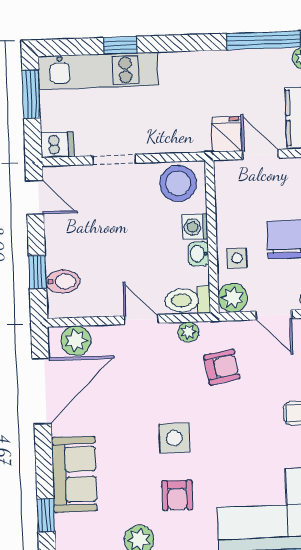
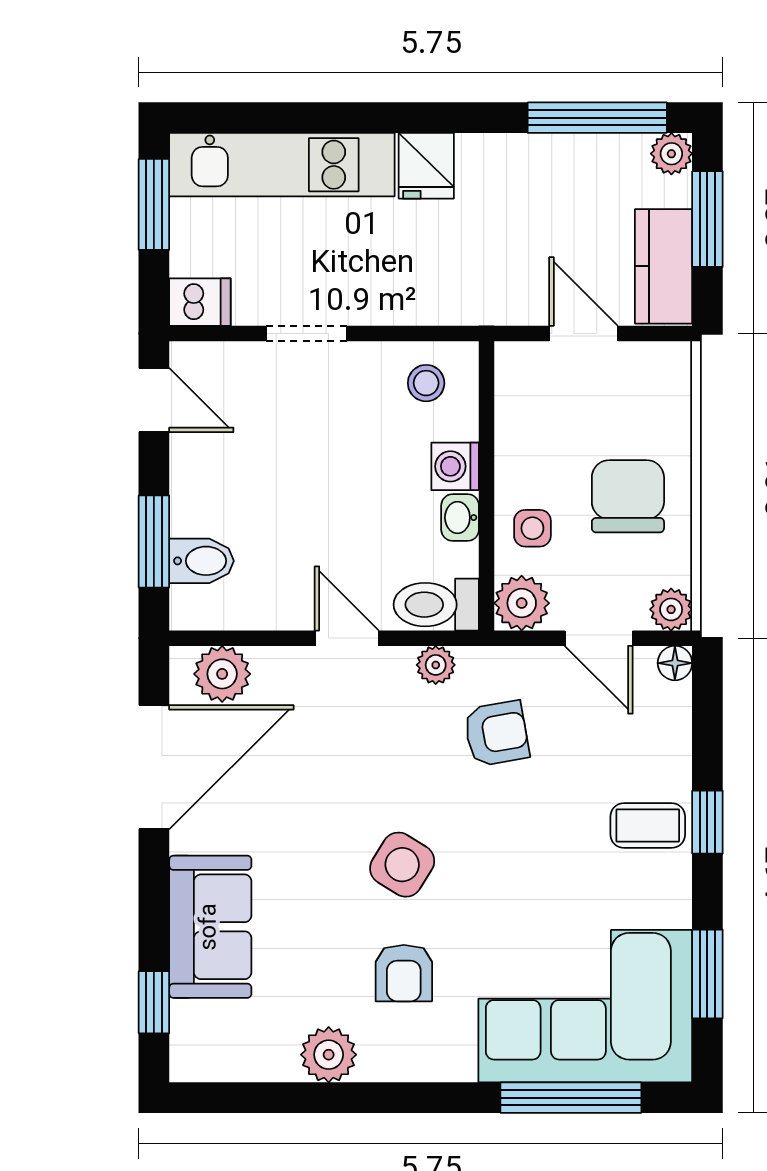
window: (120, 45) -> (325, 118), removed
fridge: (227, 134) -> (426, 166), moved, turned 180
stool: (178, 183) -> (426, 383), width x0.53, depth x0.53
window: (37, 272) -> (154, 542), width x1.50
side table: (174, 438) -> (402, 865), turned 32

